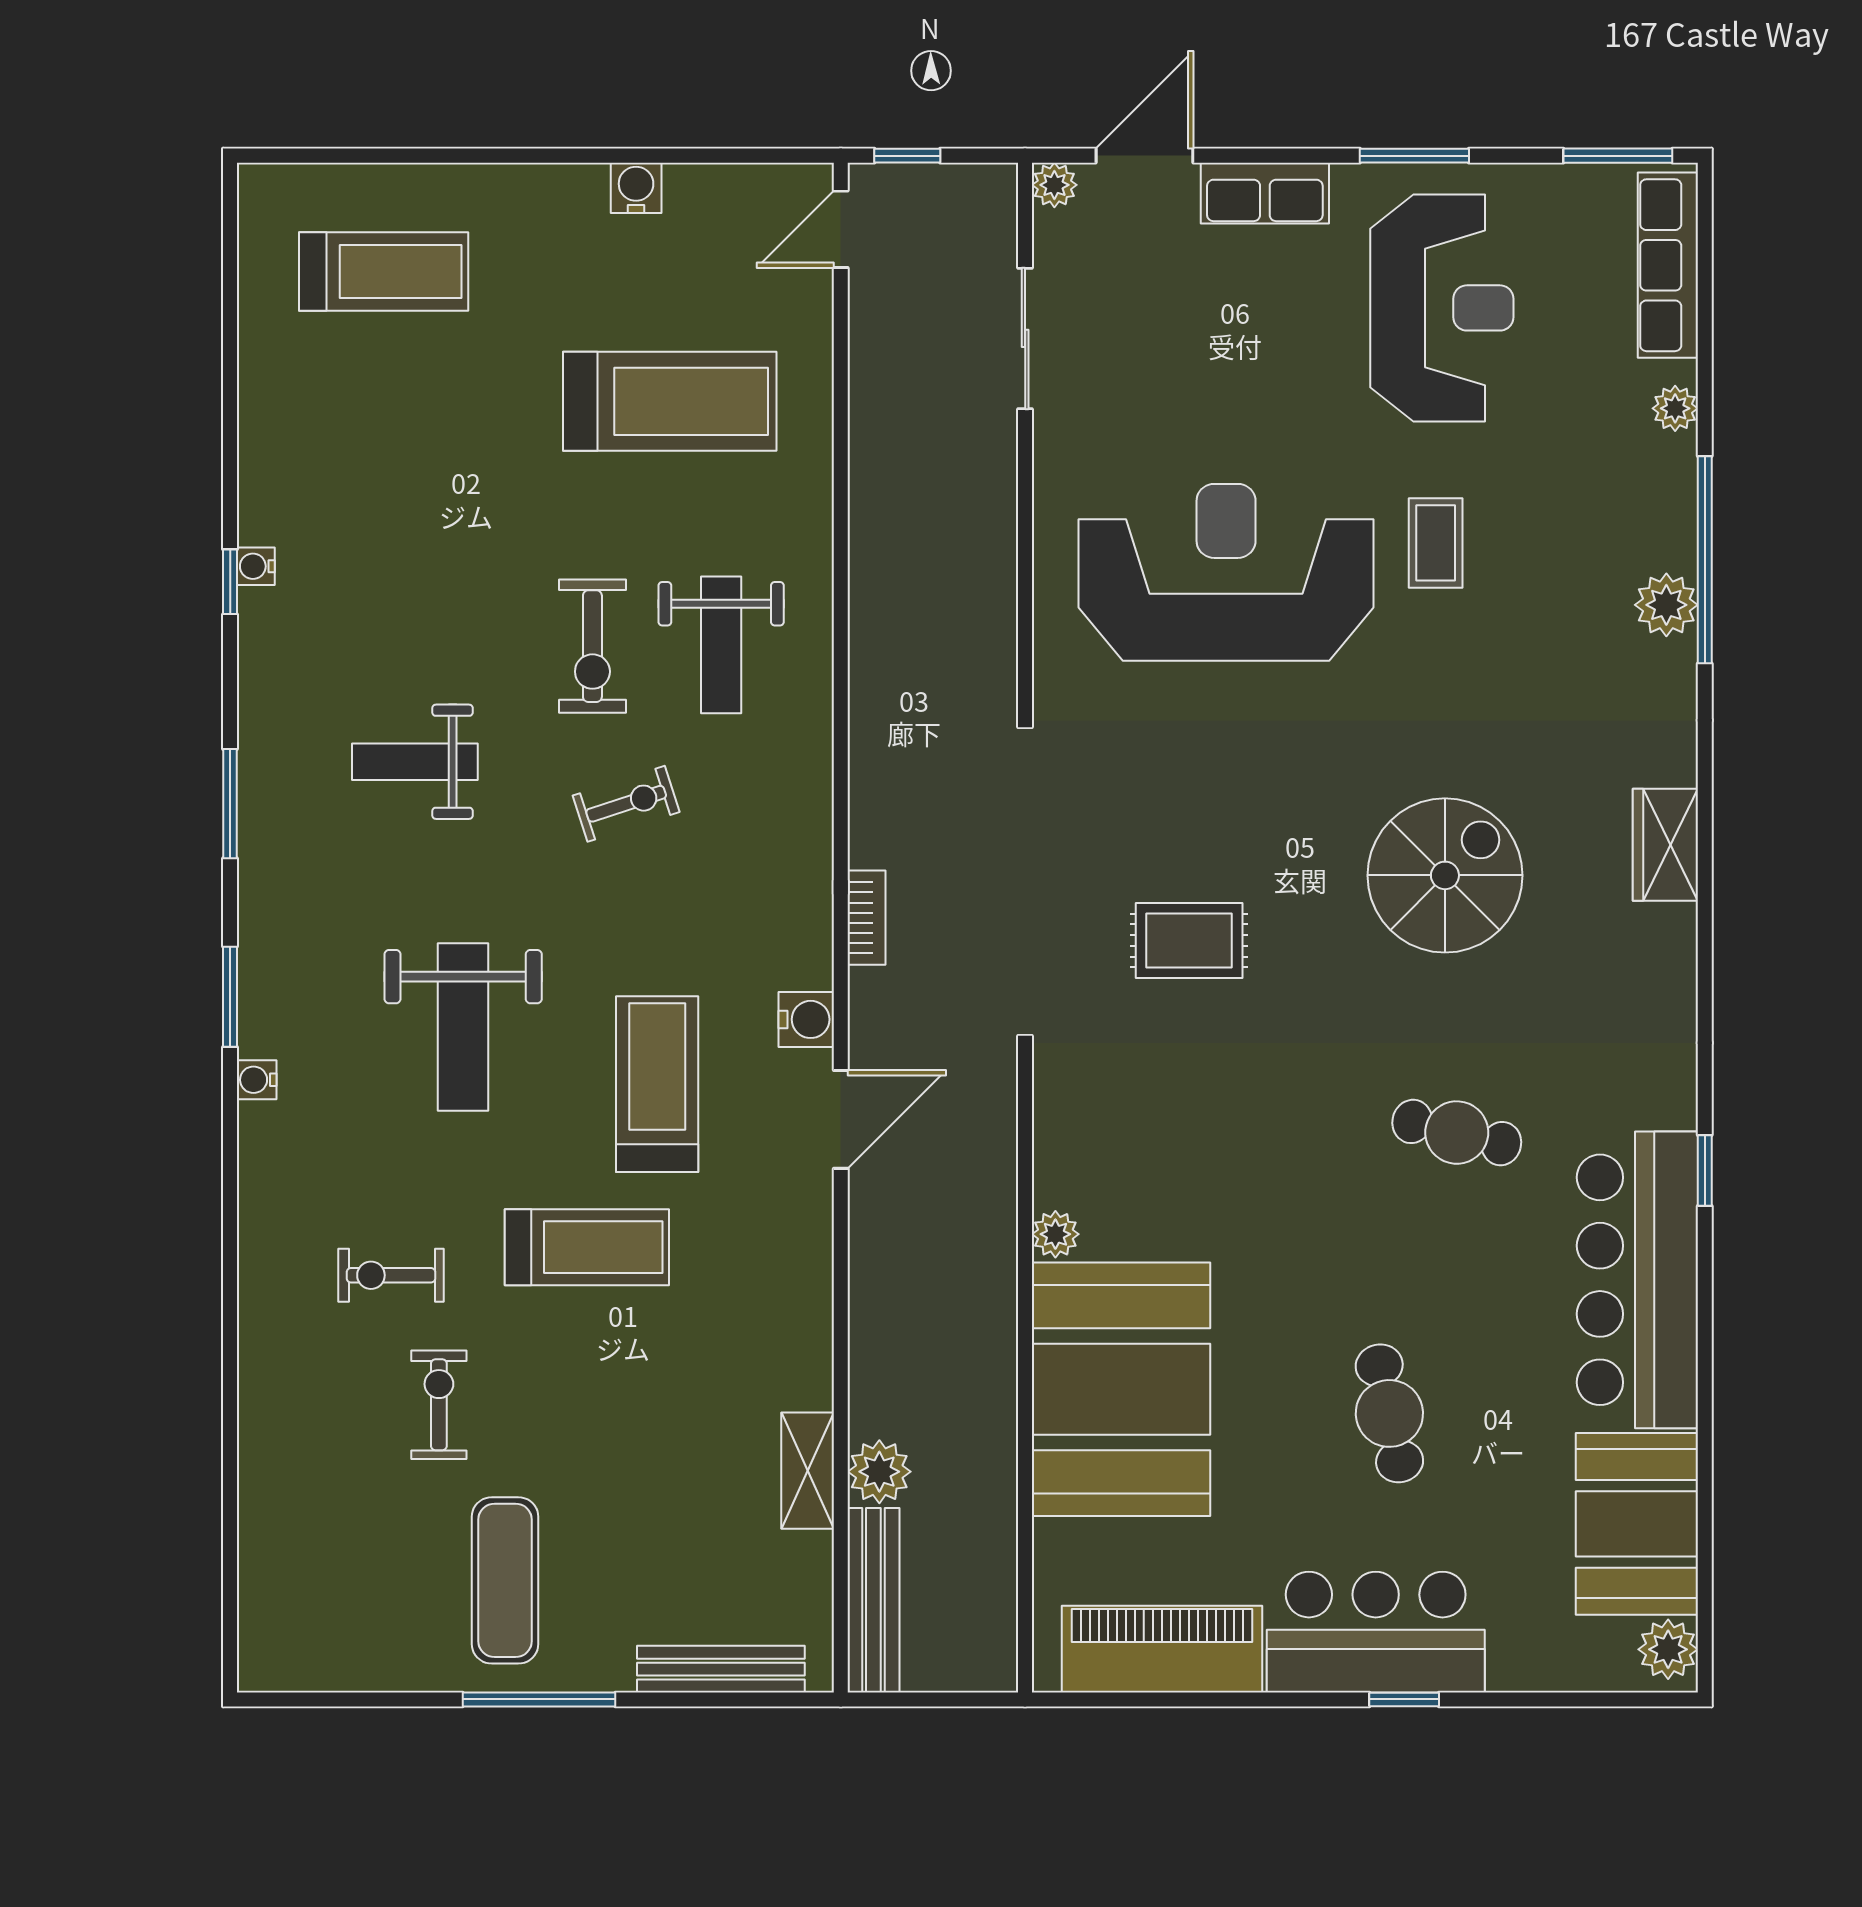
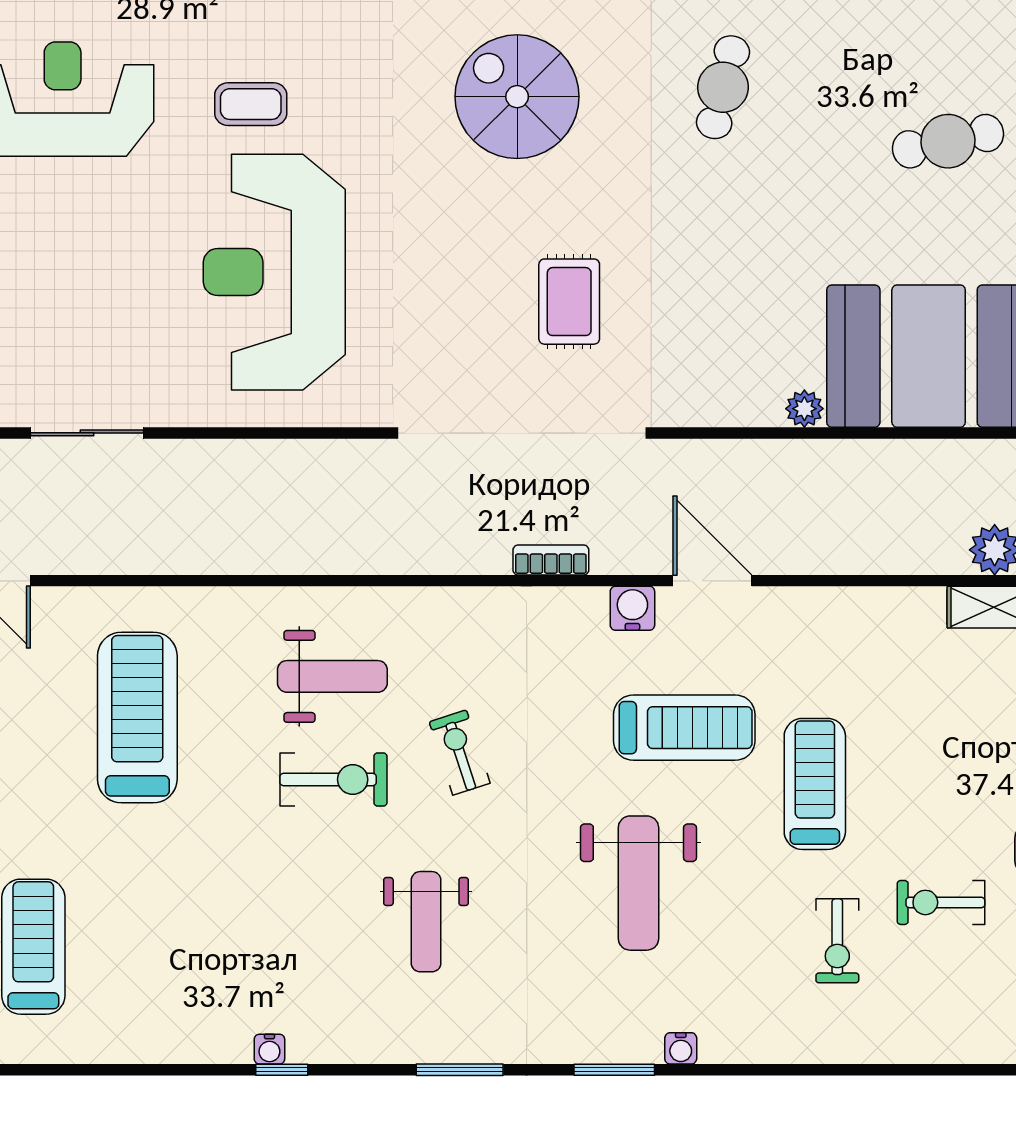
weight bench: (463, 1027) -> (638, 883), turned 90
treadmill: (657, 1084) -> (684, 728), turned 180

